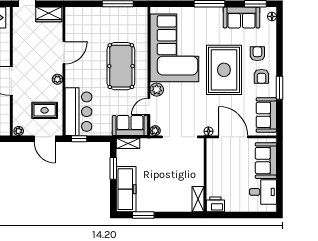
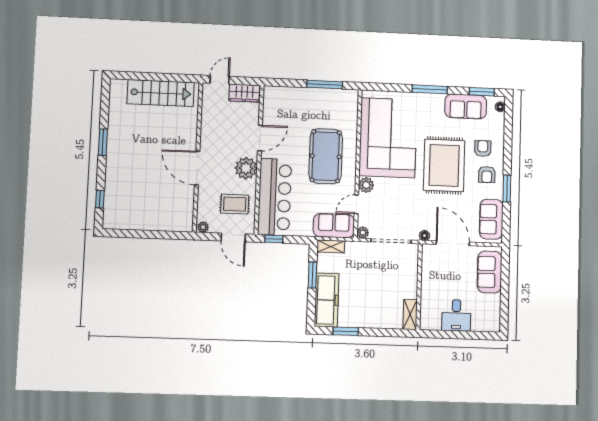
plant: (57, 79) -> (246, 168), width x1.88, depth x1.88
bar counter: (78, 112) -> (275, 197), width x1.36
desk: (263, 192) -> (456, 315), moved, turned 90
printer: (215, 204) -> (430, 321), removed

